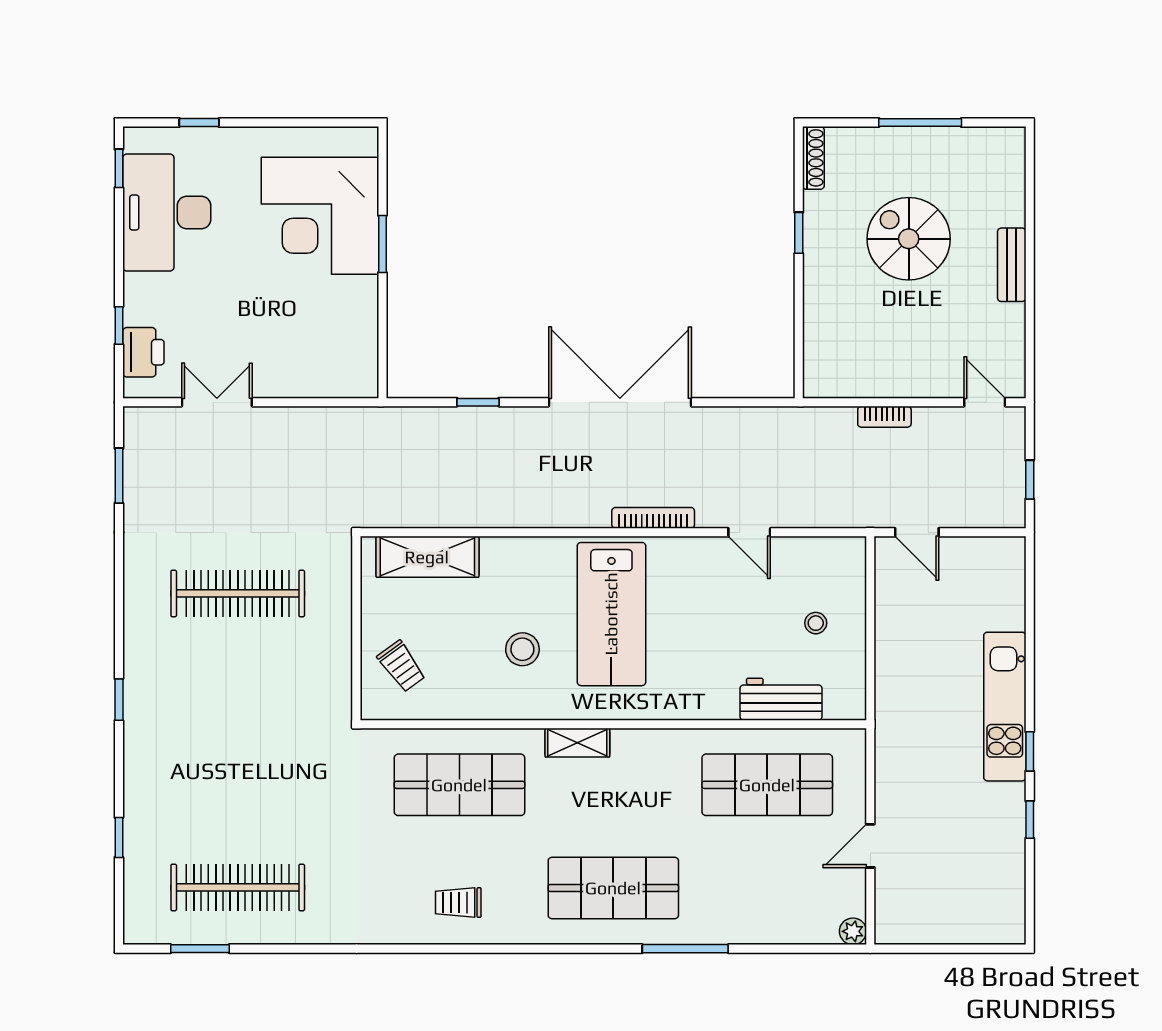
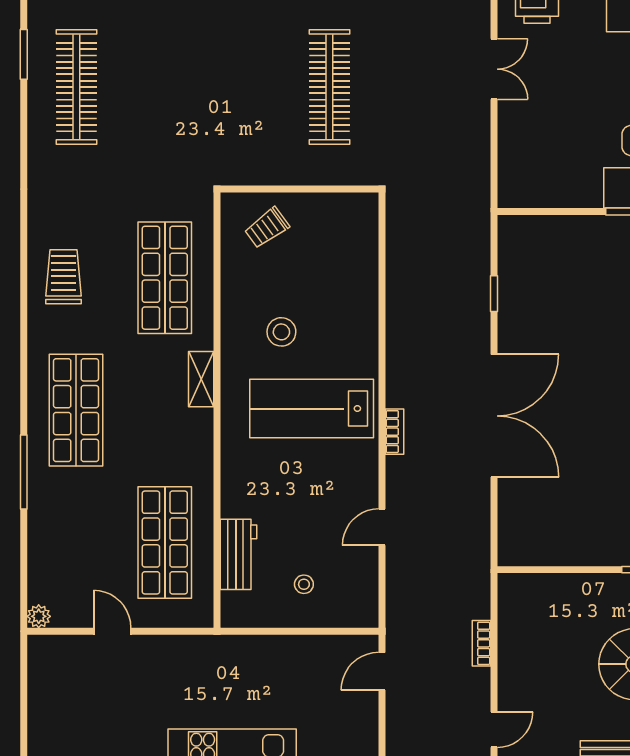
bookcase: (653, 518) -> (394, 432), width x0.64
shelving: (427, 557) -> (361, 250), removed
trolley: (458, 903) -> (63, 277), width x1.36, depth x1.39

